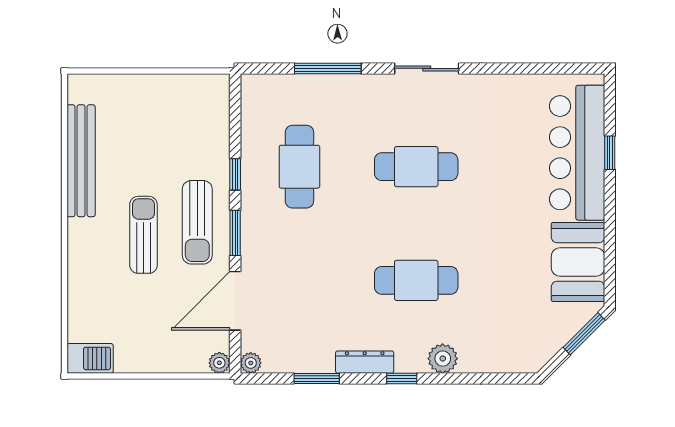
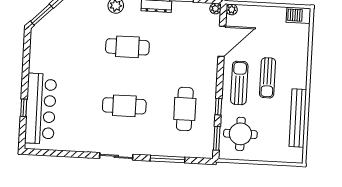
round table: (190, 124) -> (240, 134), added
window: (235, 233) -> (217, 138), moved
booth: (578, 262) -> (43, 52), removed

